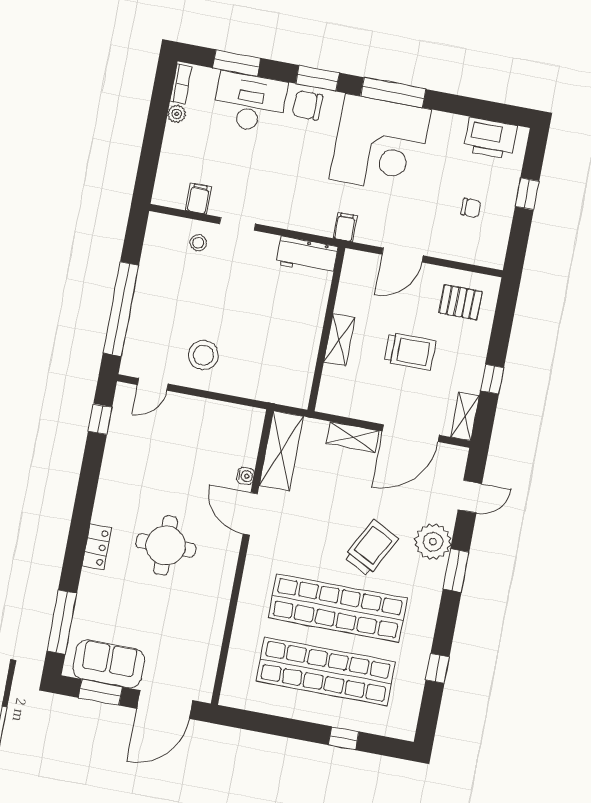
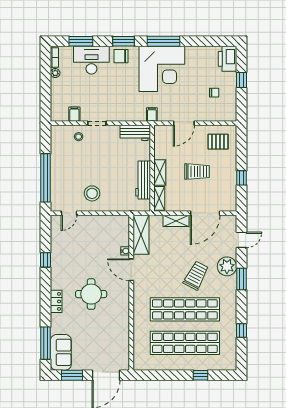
printer: (490, 138) -> (227, 59), moved, turned 90
workbench: (305, 348) -> (143, 180), added
shelving: (465, 416) -> (159, 198), moved
window: (100, 419) -> (46, 260), moved
sofa: (109, 664) -> (61, 352), moved, turned 90

